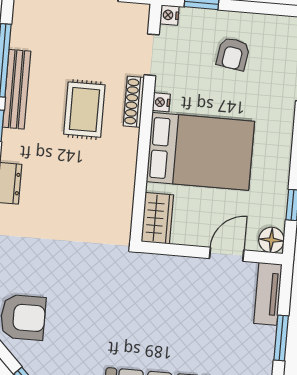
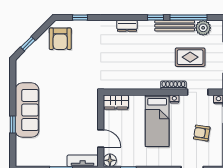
plant: (26, 33) -> (203, 28), added
rug: (84, 110) -> (190, 57), moved
bed: (200, 151) -> (157, 121), width x0.67

